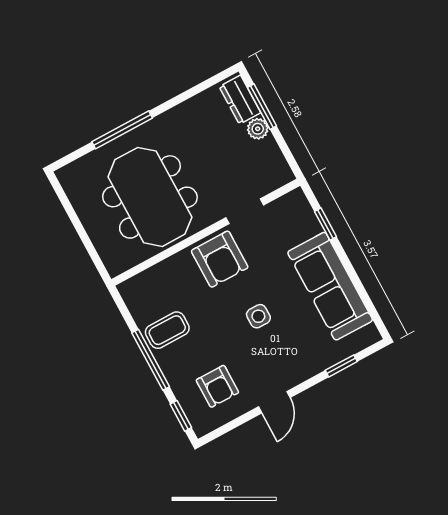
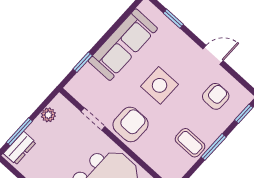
plant: (258, 129) -> (48, 115), moved
side table: (258, 316) -> (160, 85), width x1.87, depth x1.87
window: (151, 360) -> (214, 147), width x0.69

